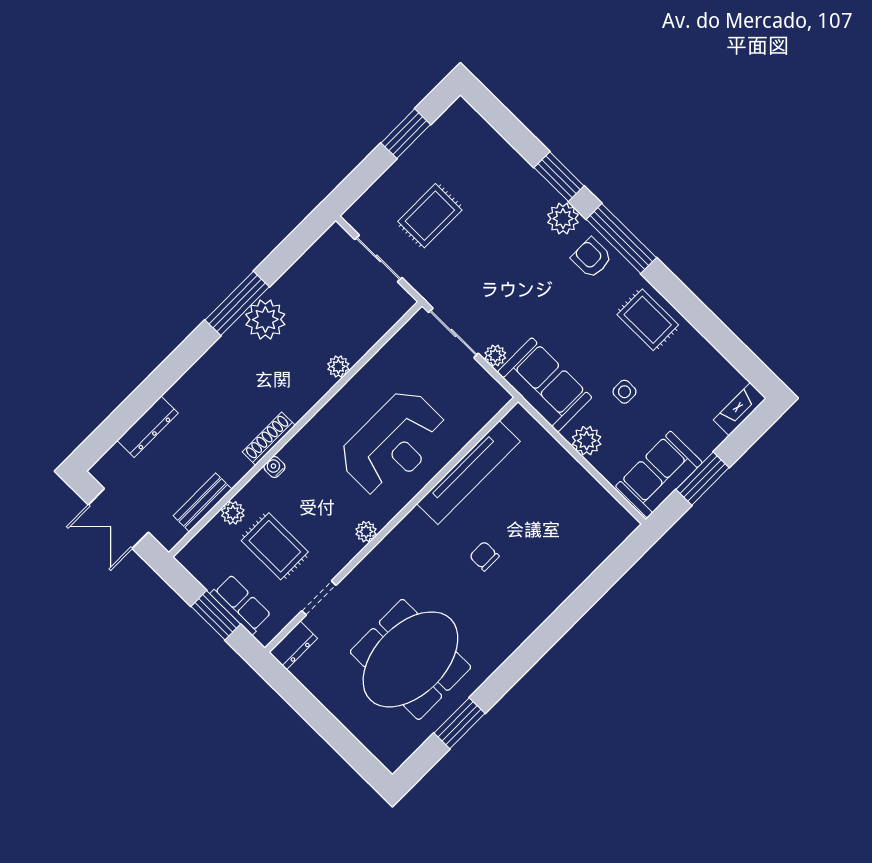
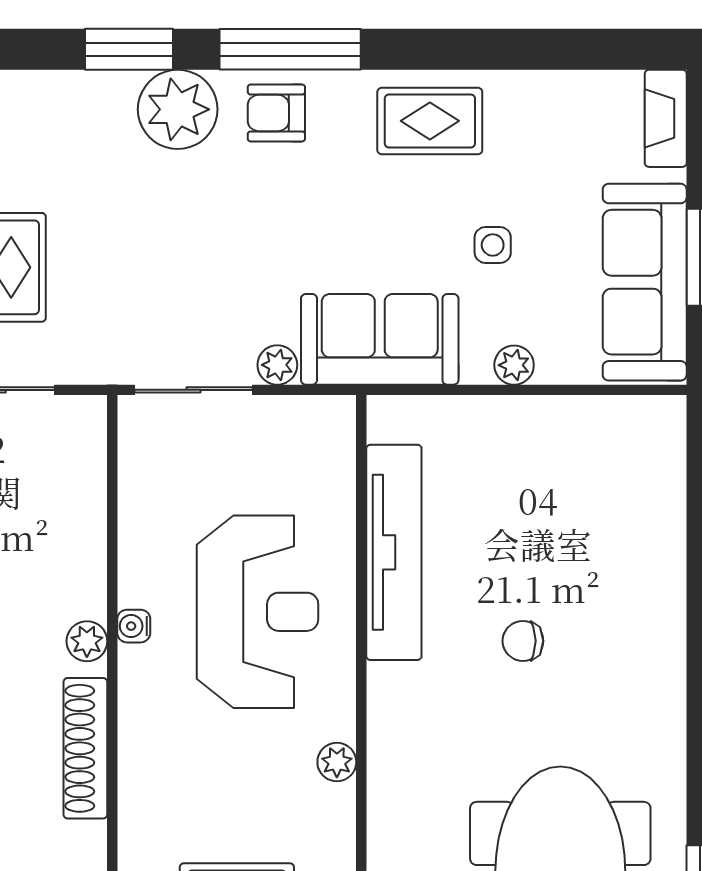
plant: (563, 219) -> (178, 109), width x1.36, depth x1.36
plant: (338, 366) -> (87, 641), moved
shoe rack: (269, 439) -> (85, 748), width x1.36, depth x1.24
plant: (587, 441) -> (514, 365), width x0.73, depth x0.73
water cooler: (274, 467) -> (134, 626), moved
sofa: (659, 474) -> (645, 282), width x1.36

